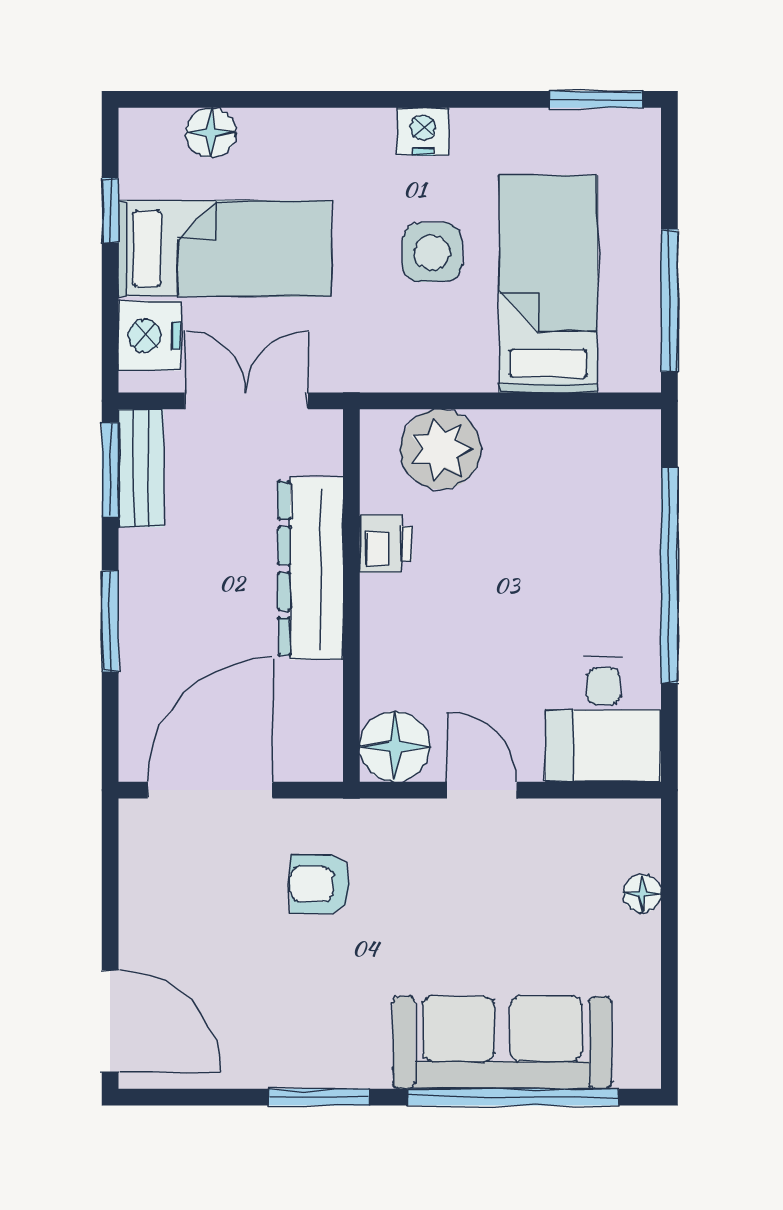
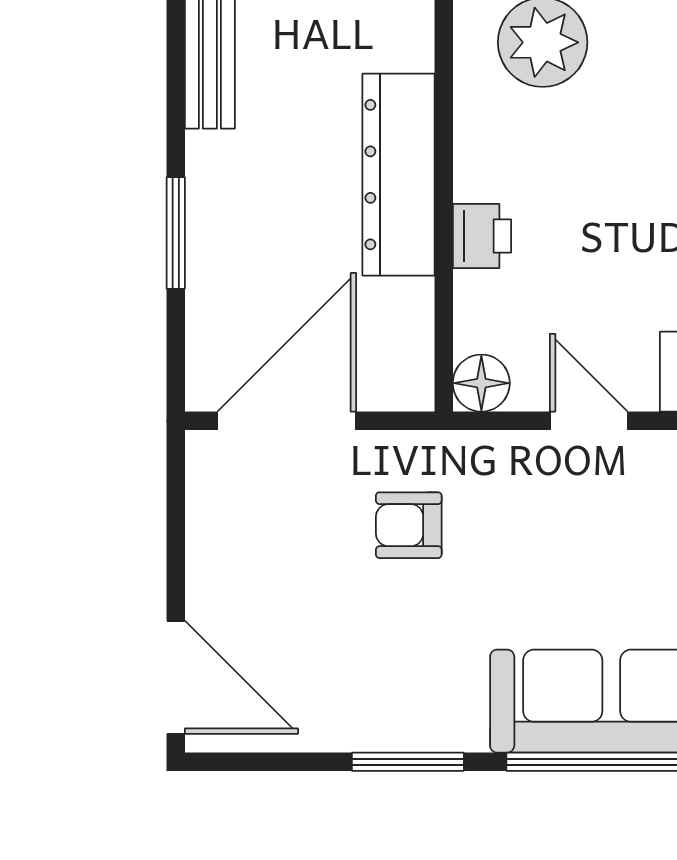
window: (110, 470) -> (176, 65), removed
printer: (386, 544) -> (482, 236), moved
floor lamp: (395, 747) -> (481, 383), width x0.73, depth x0.73

